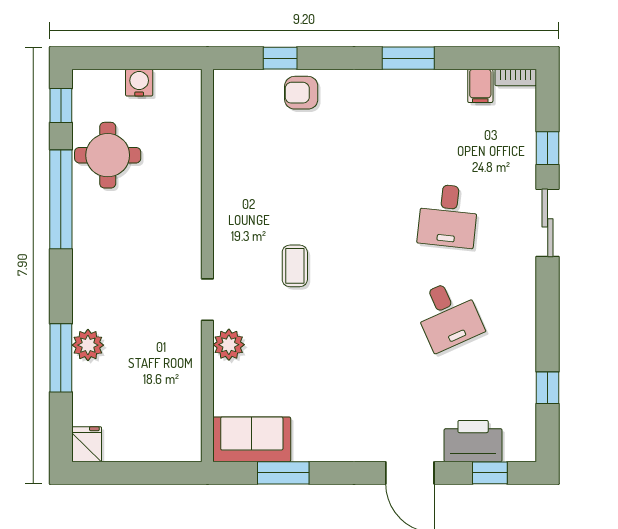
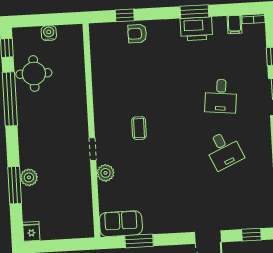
printer: (473, 441) -> (196, 29), moved, turned 180

